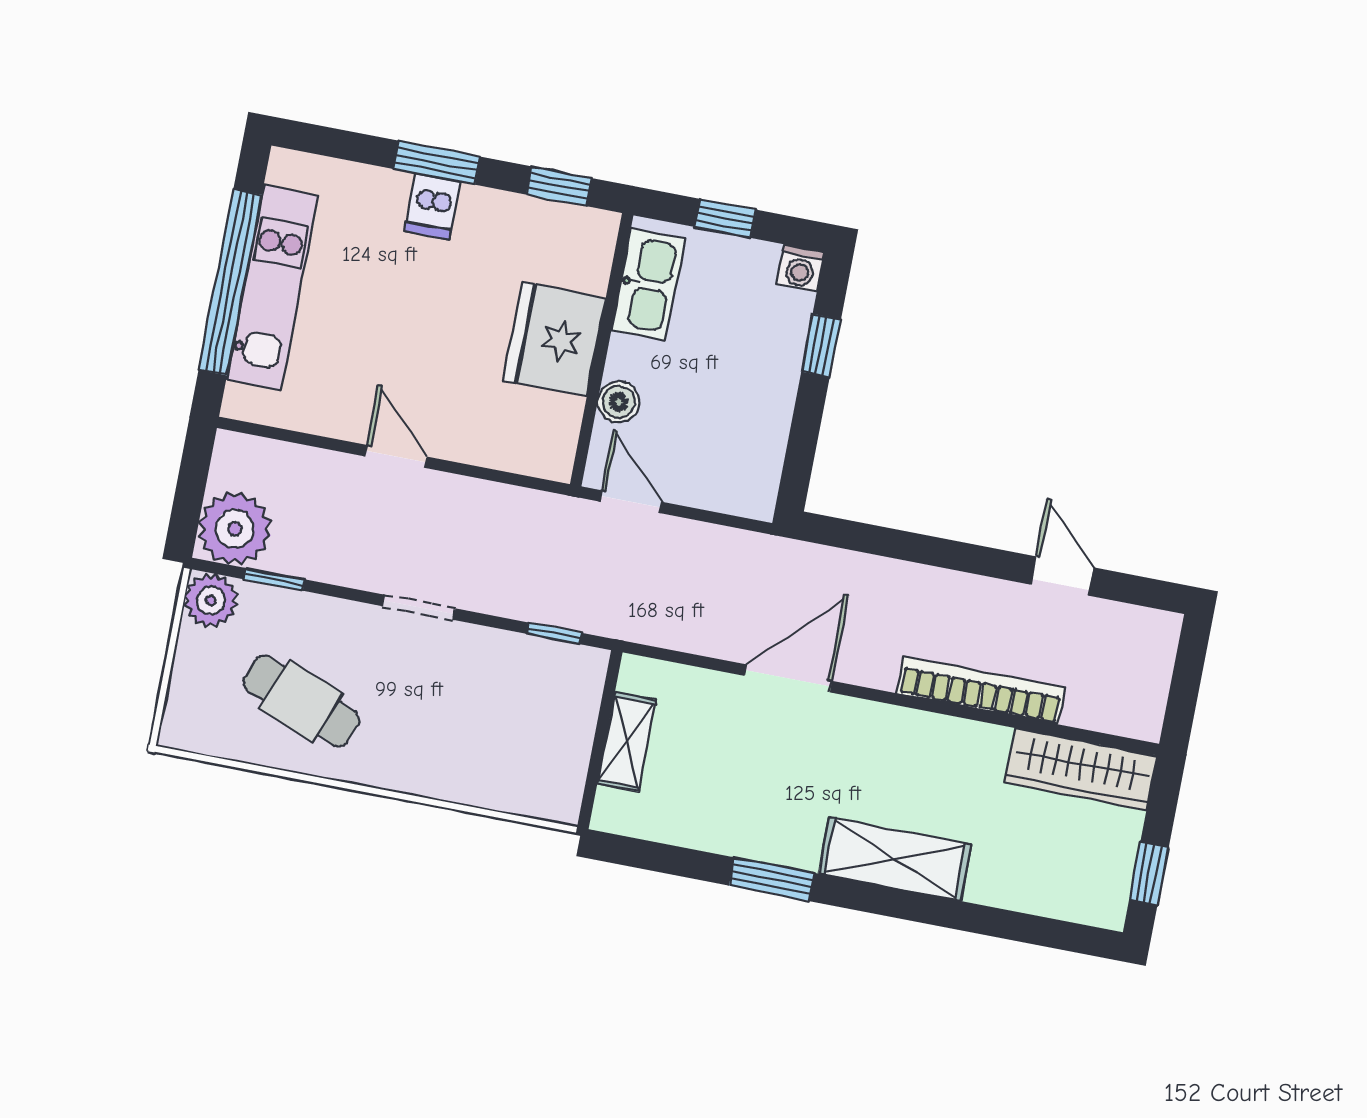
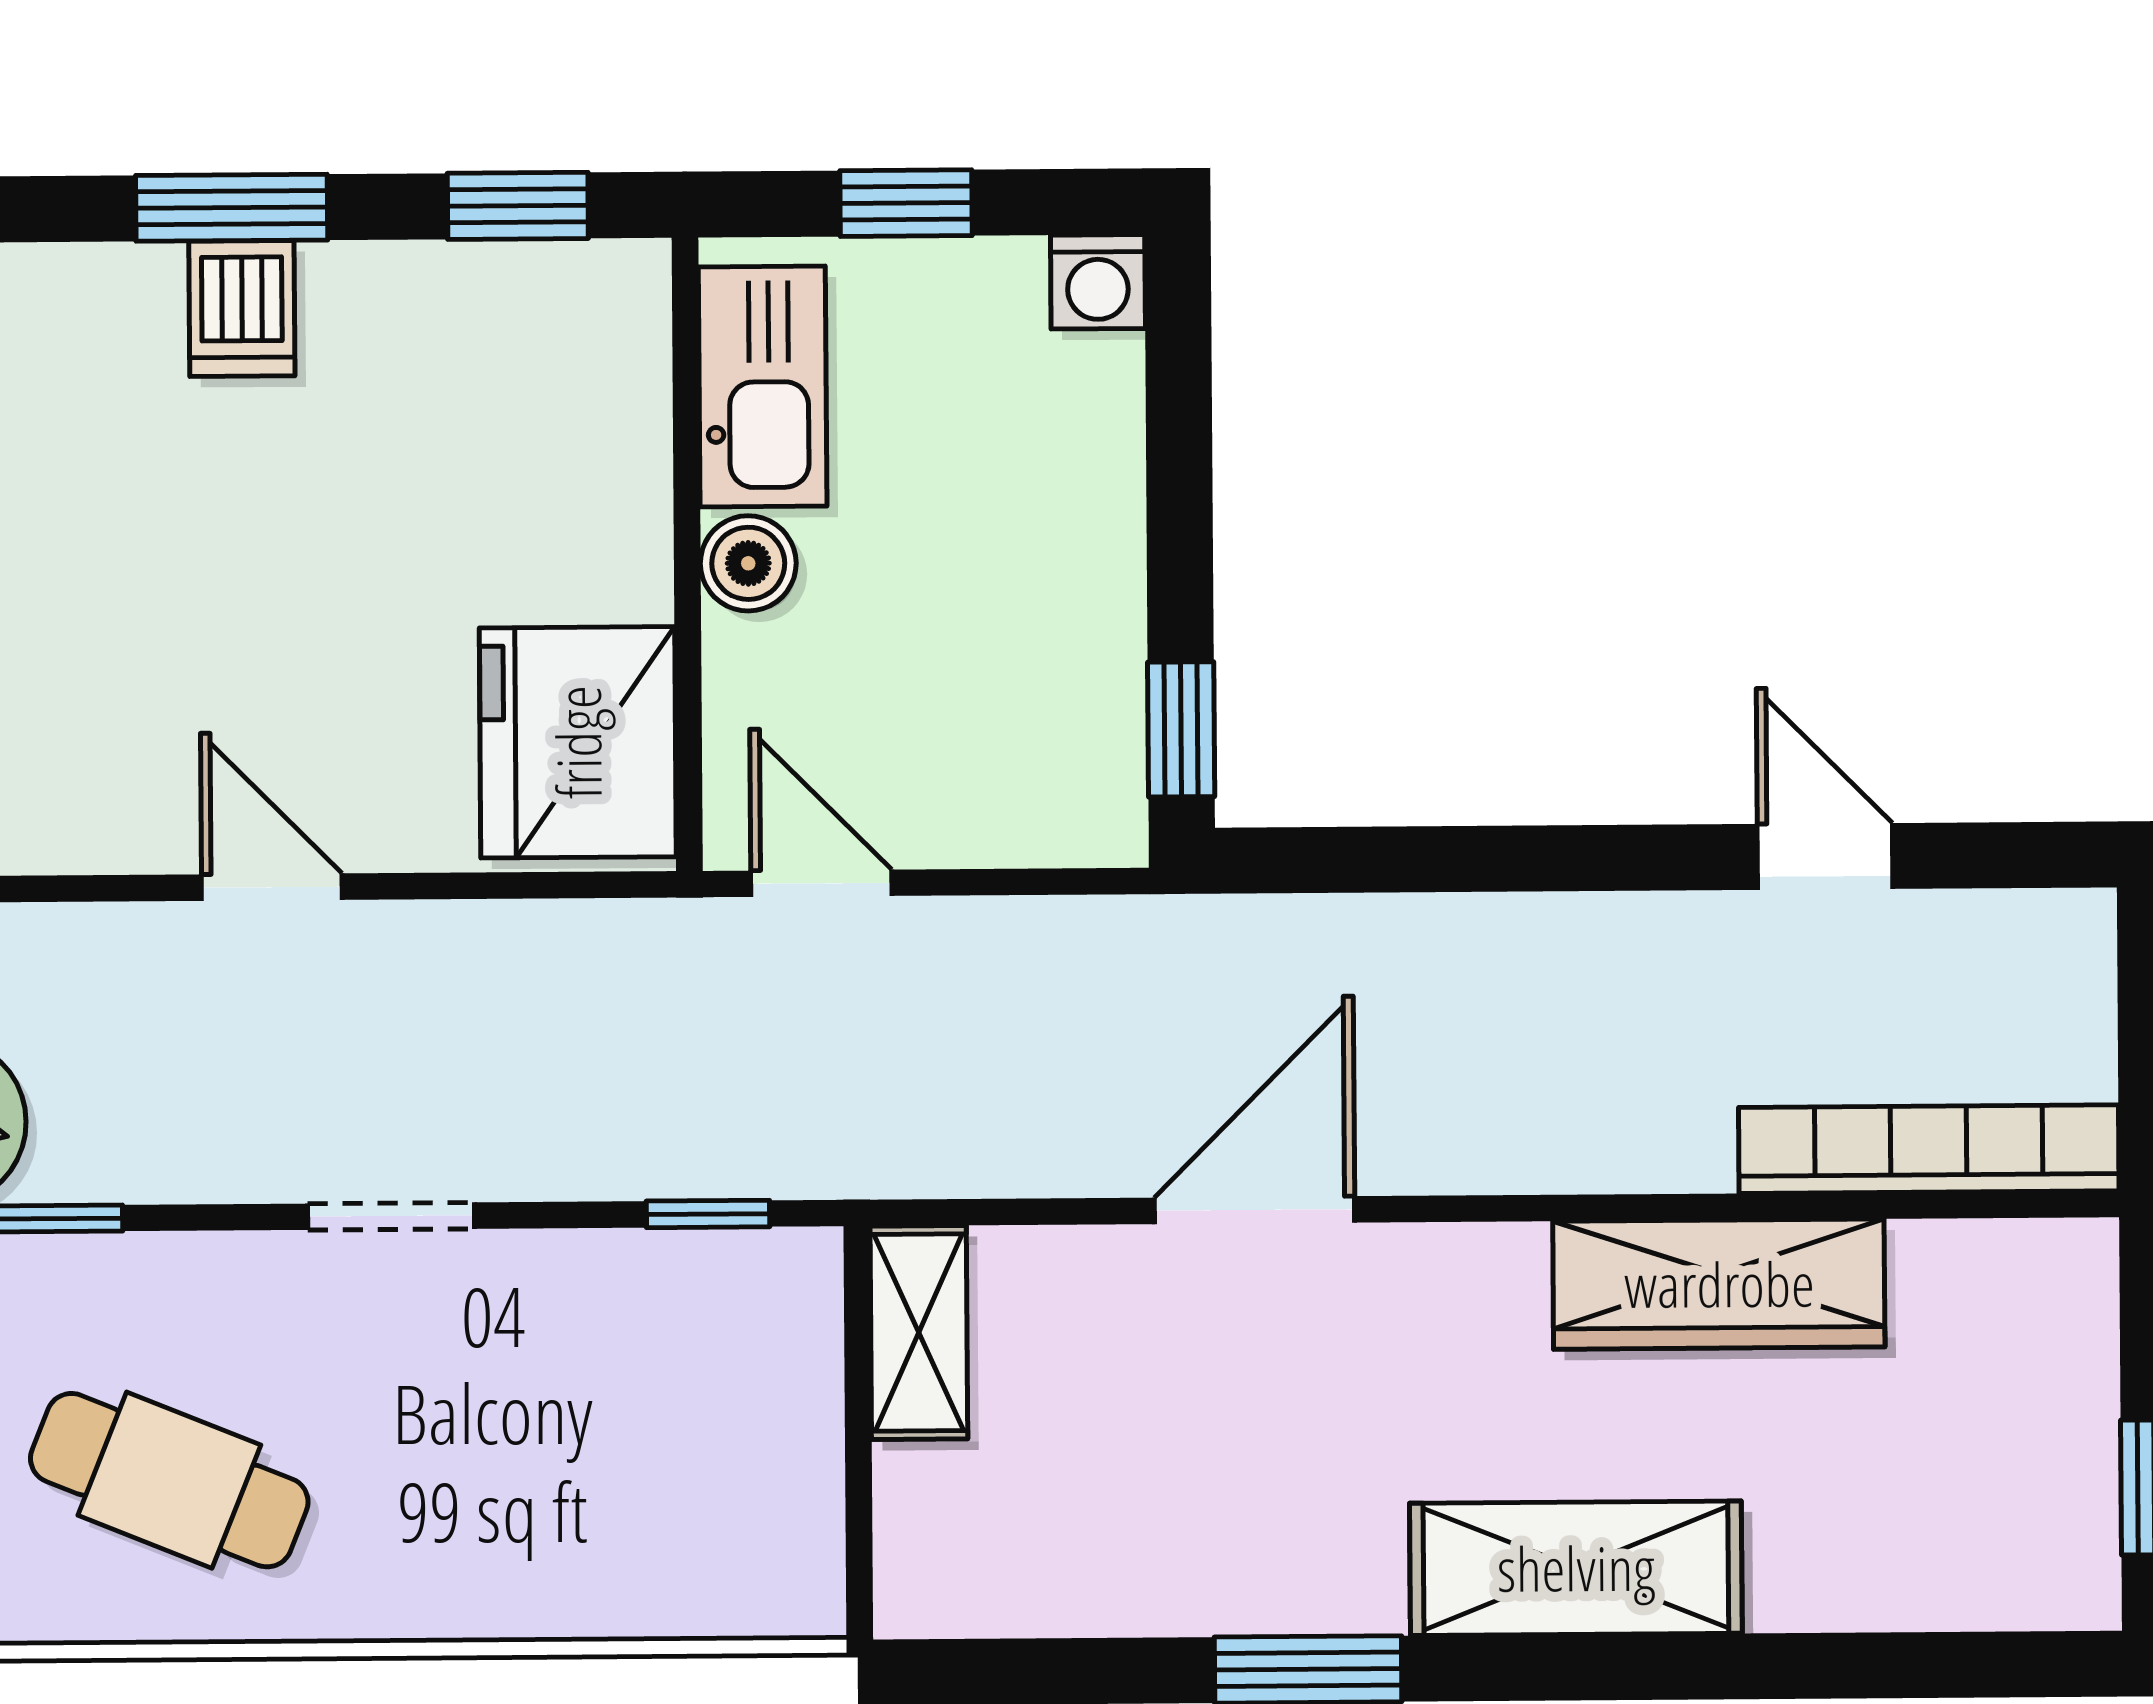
fridge: (555, 339) -> (578, 742), moved
window: (821, 346) -> (1181, 729), moved
boiler: (619, 402) -> (748, 563), moved
bookcase: (981, 690) -> (1929, 1149), moved
shelving: (627, 742) -> (919, 1332), moved
wardrobe: (1081, 769) -> (1719, 1284), moved

